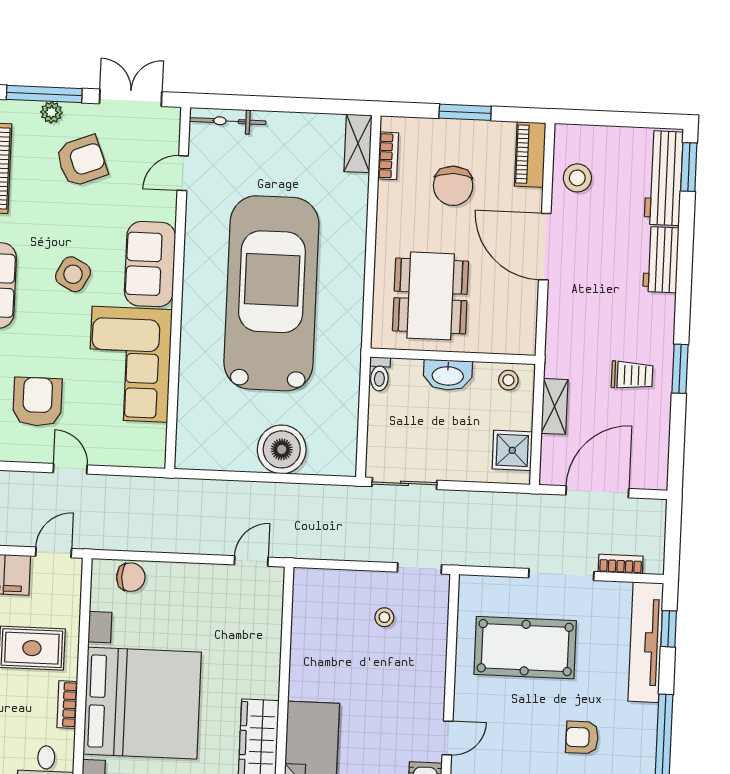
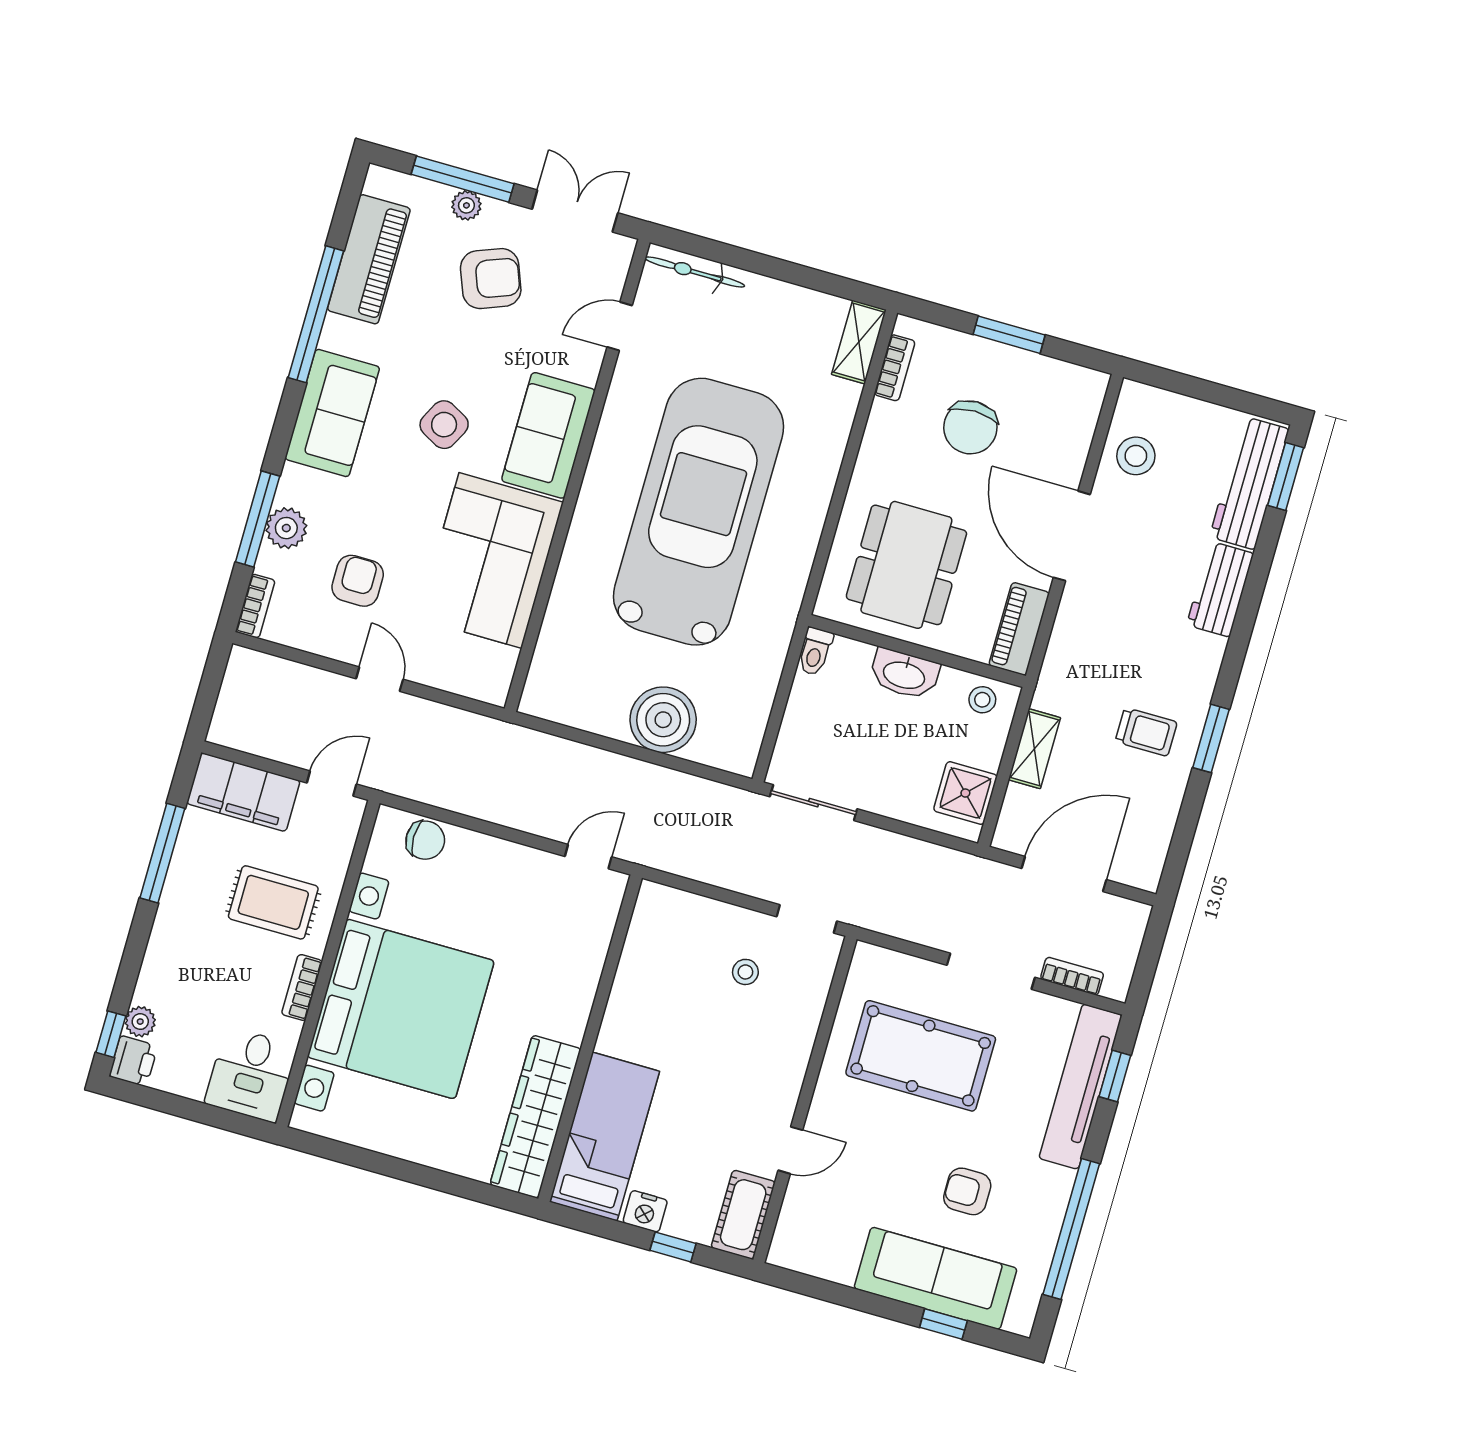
piano: (530, 154) -> (1019, 629), moved
armchair: (37, 402) -> (358, 581), width x0.72, depth x0.72

